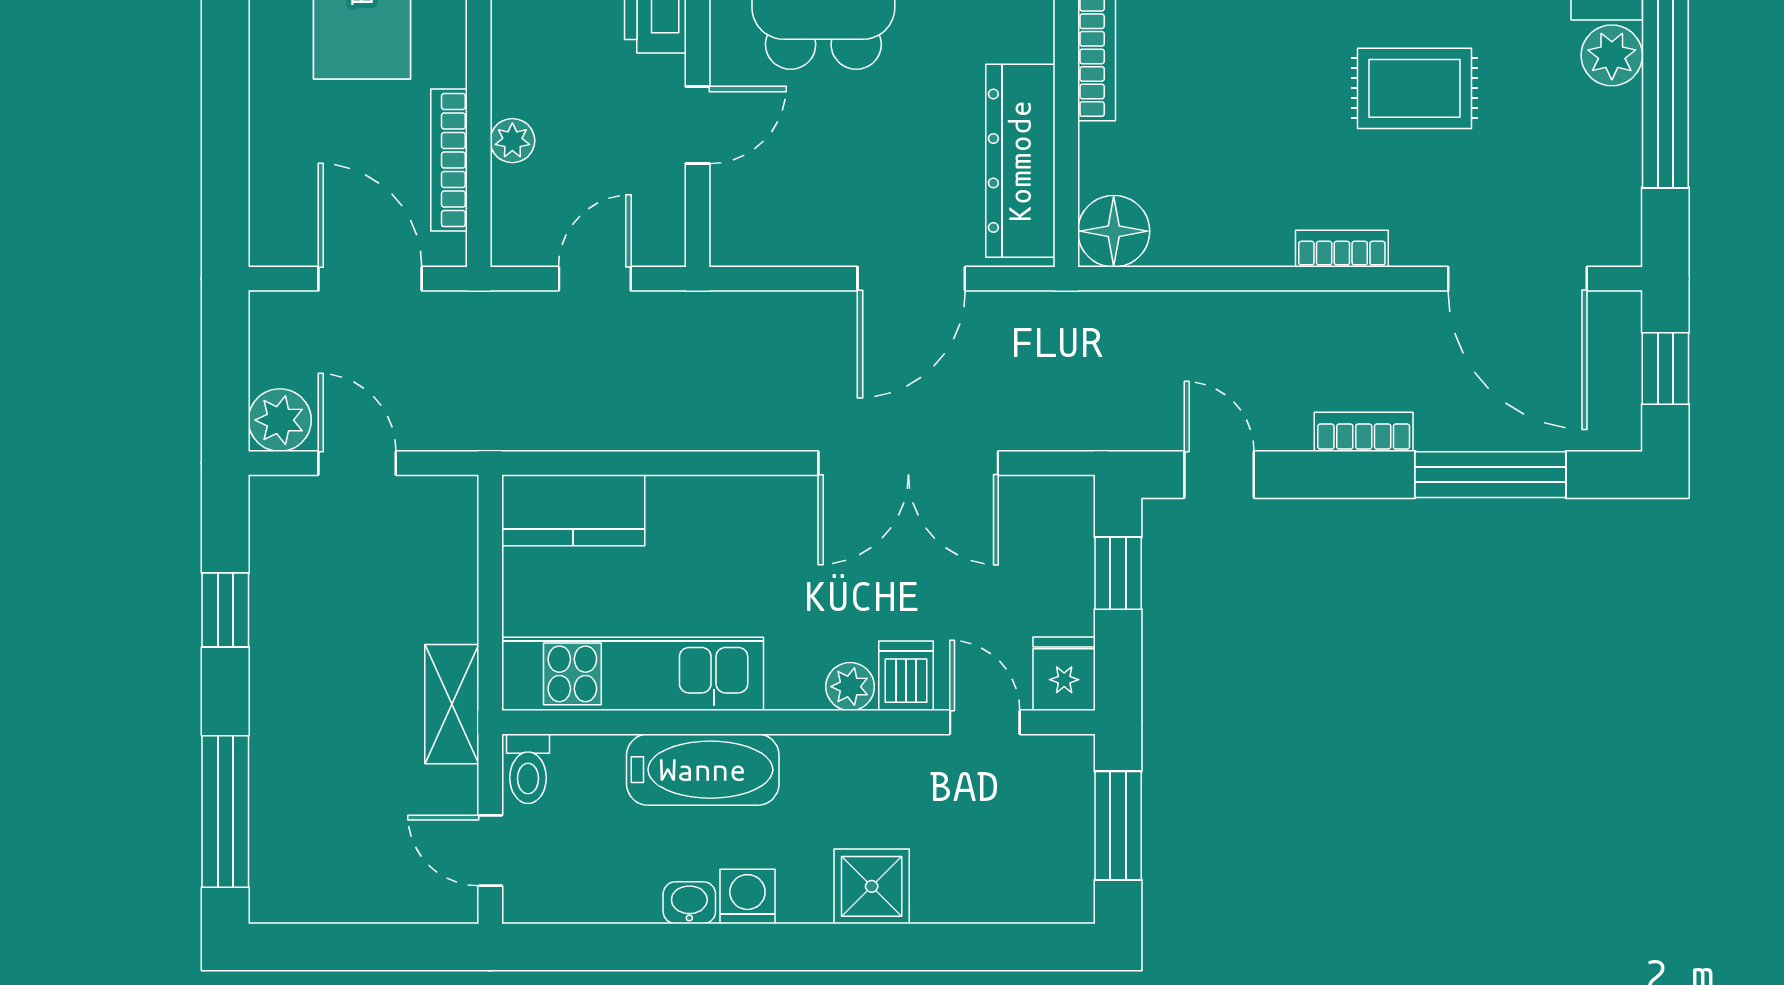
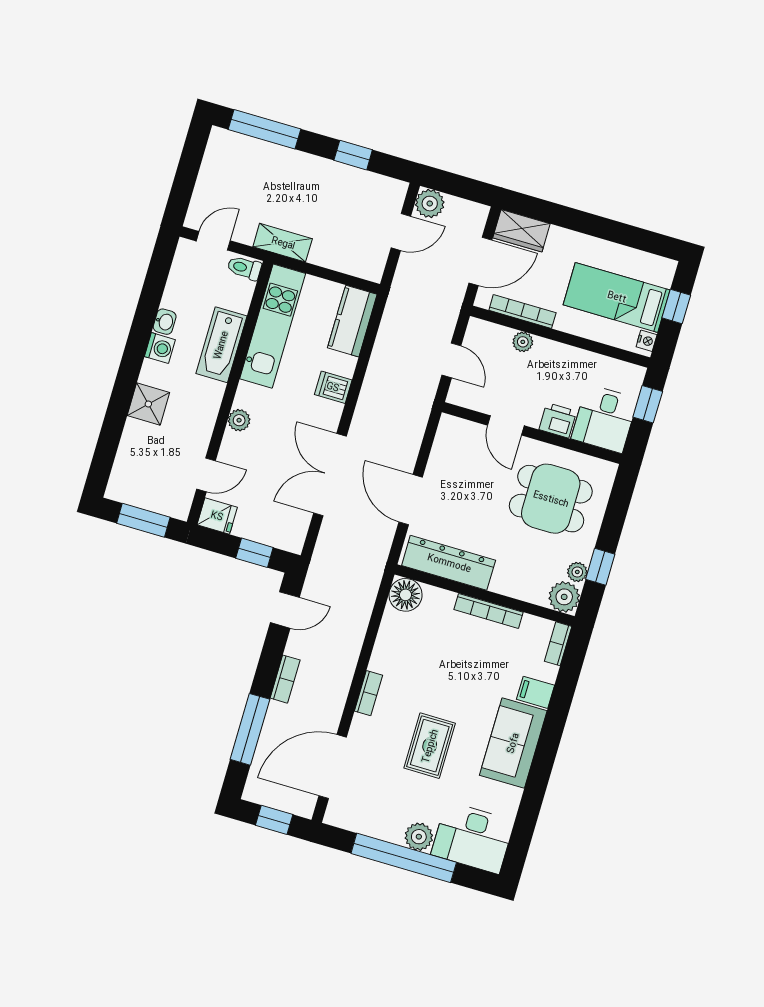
wardrobe: (281, 211) -> (521, 231), added
dishwasher: (906, 676) -> (333, 387), moved, turned 180

